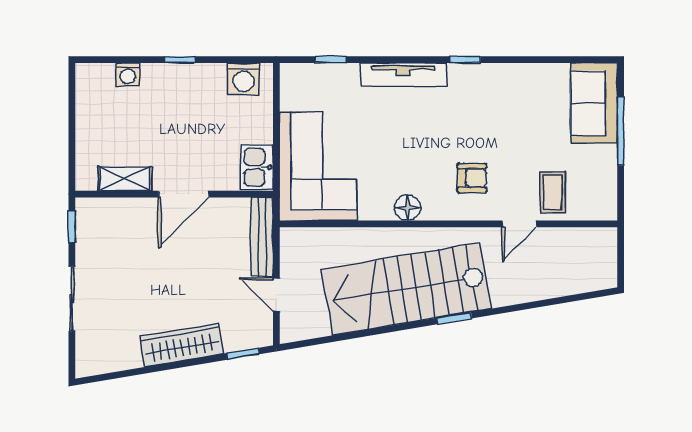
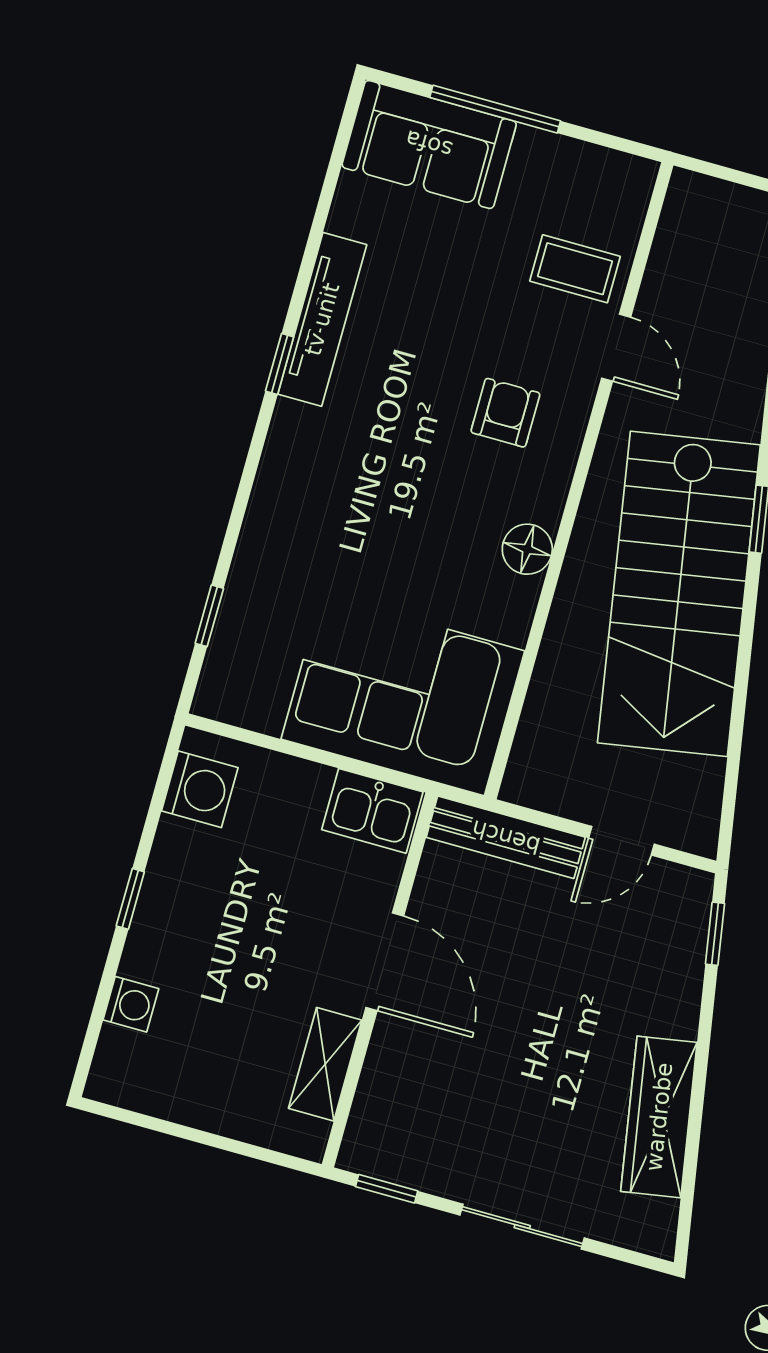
tv unit: (403, 75) -> (322, 319), moved
wardrobe: (182, 345) -> (659, 1117), moved

